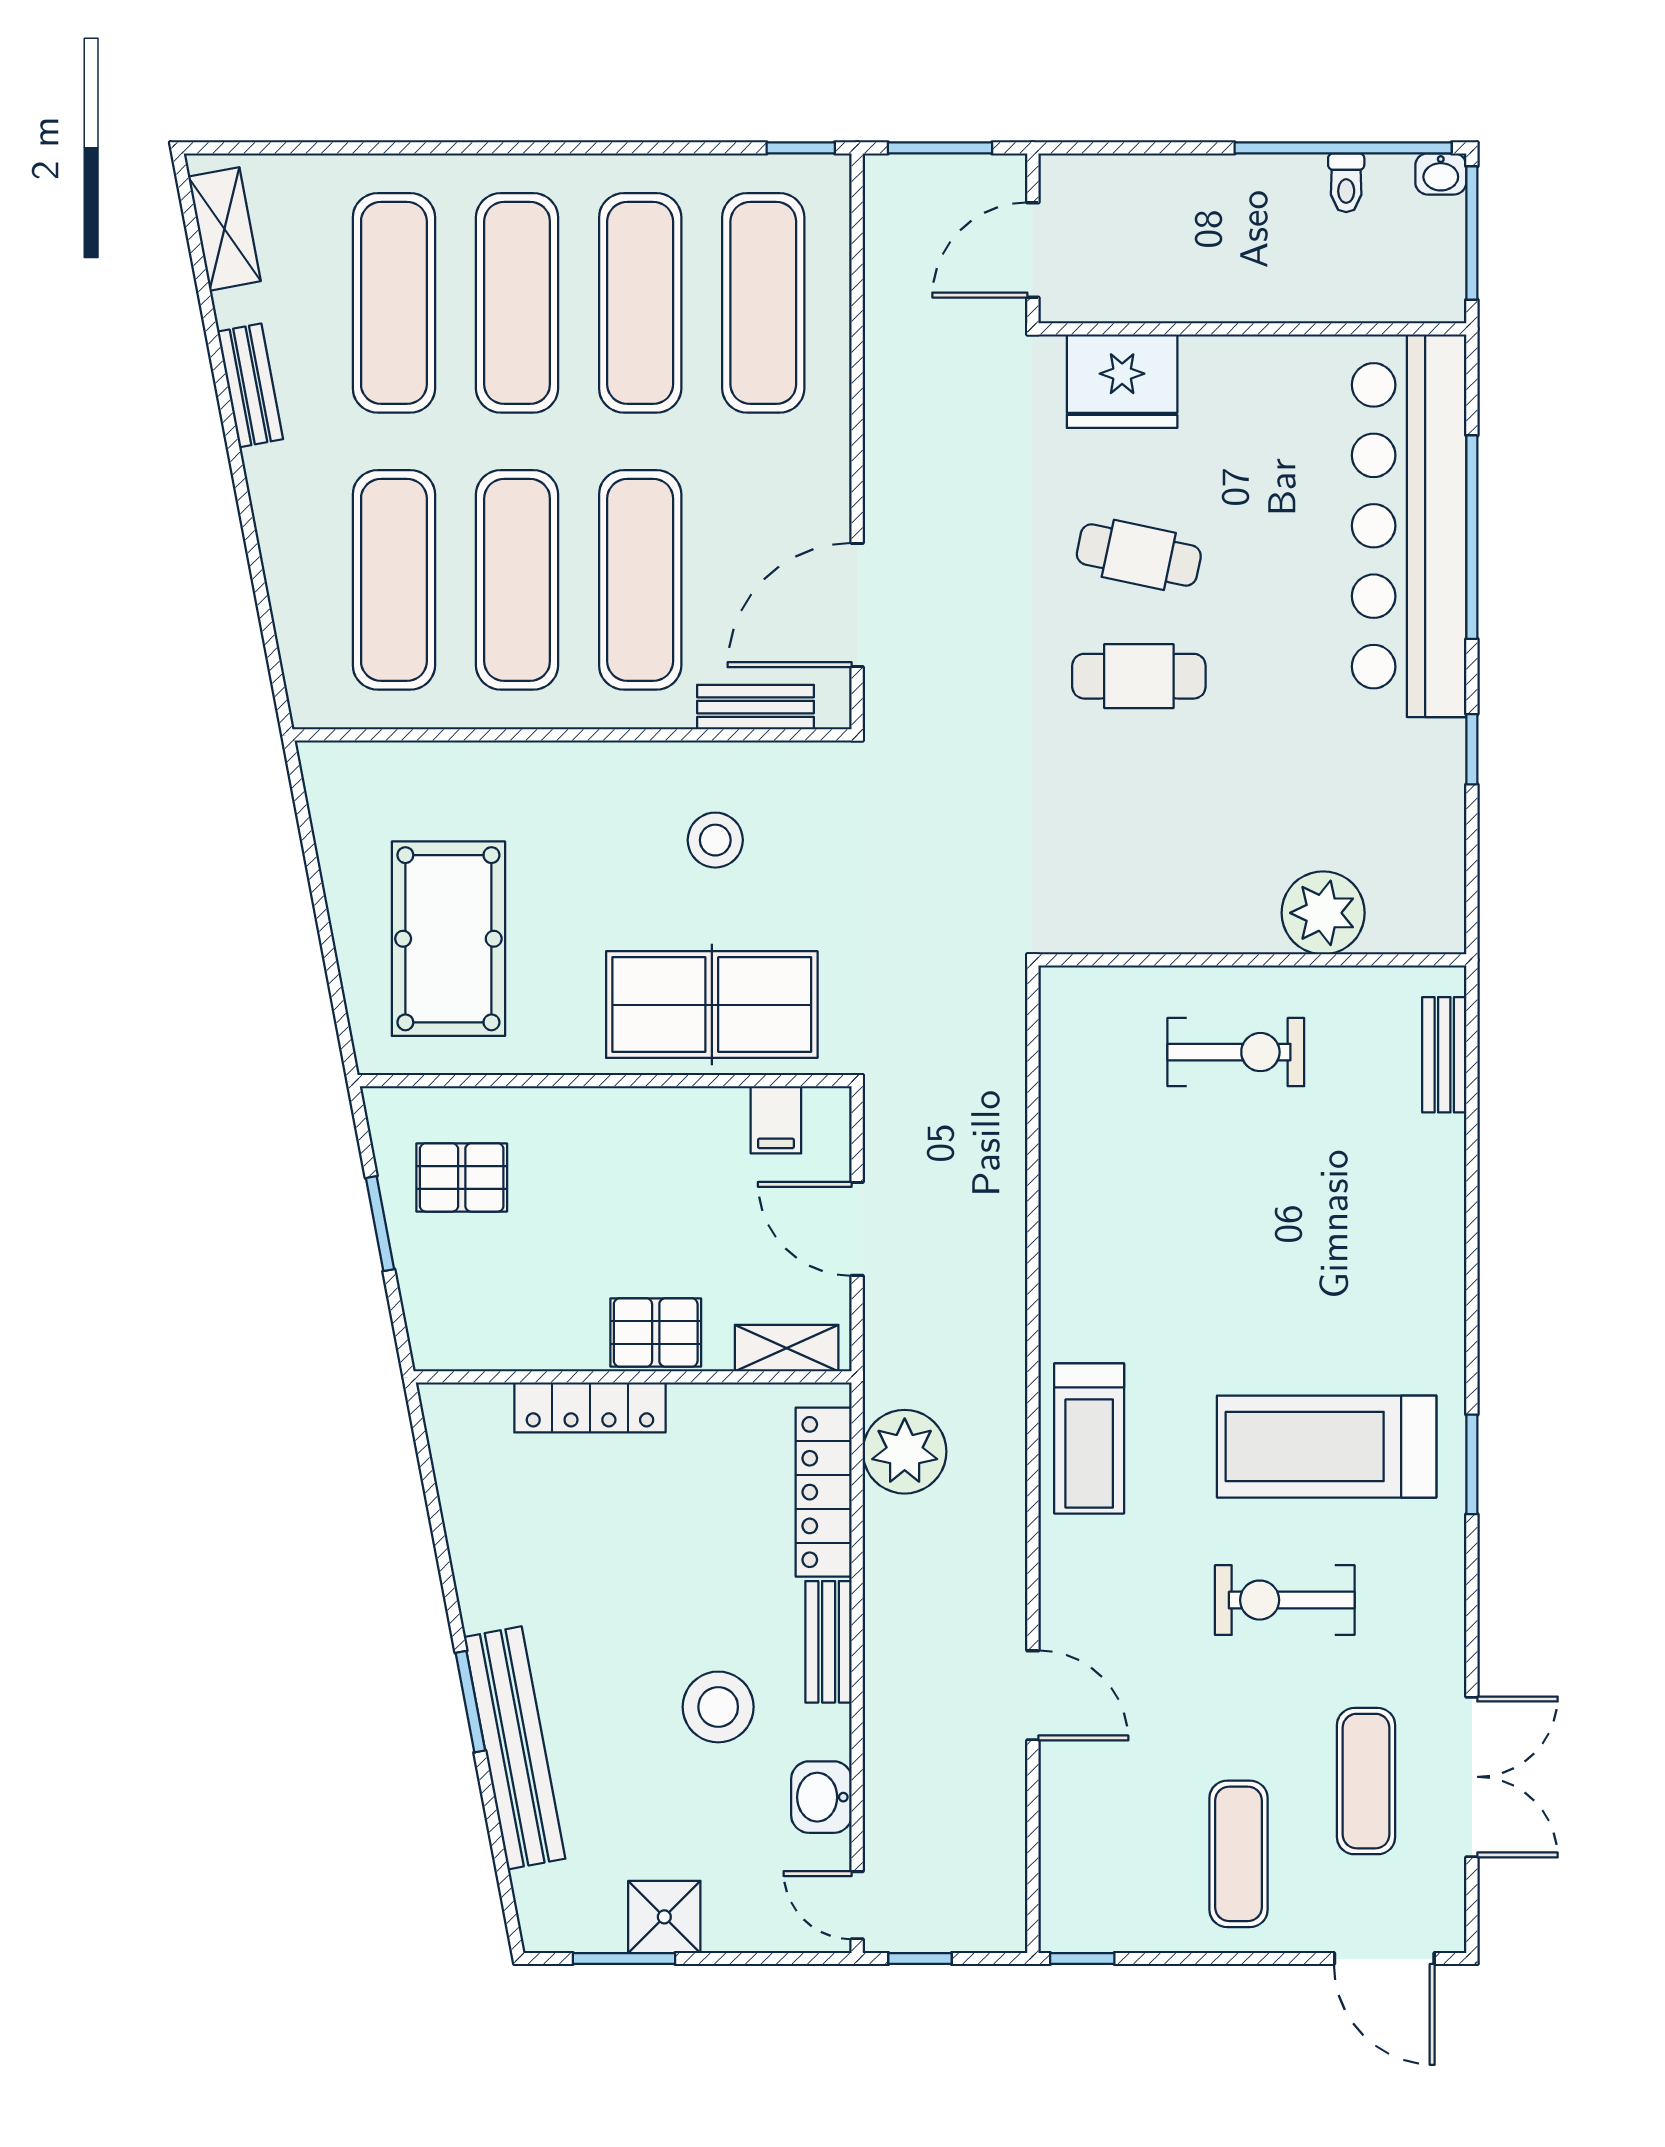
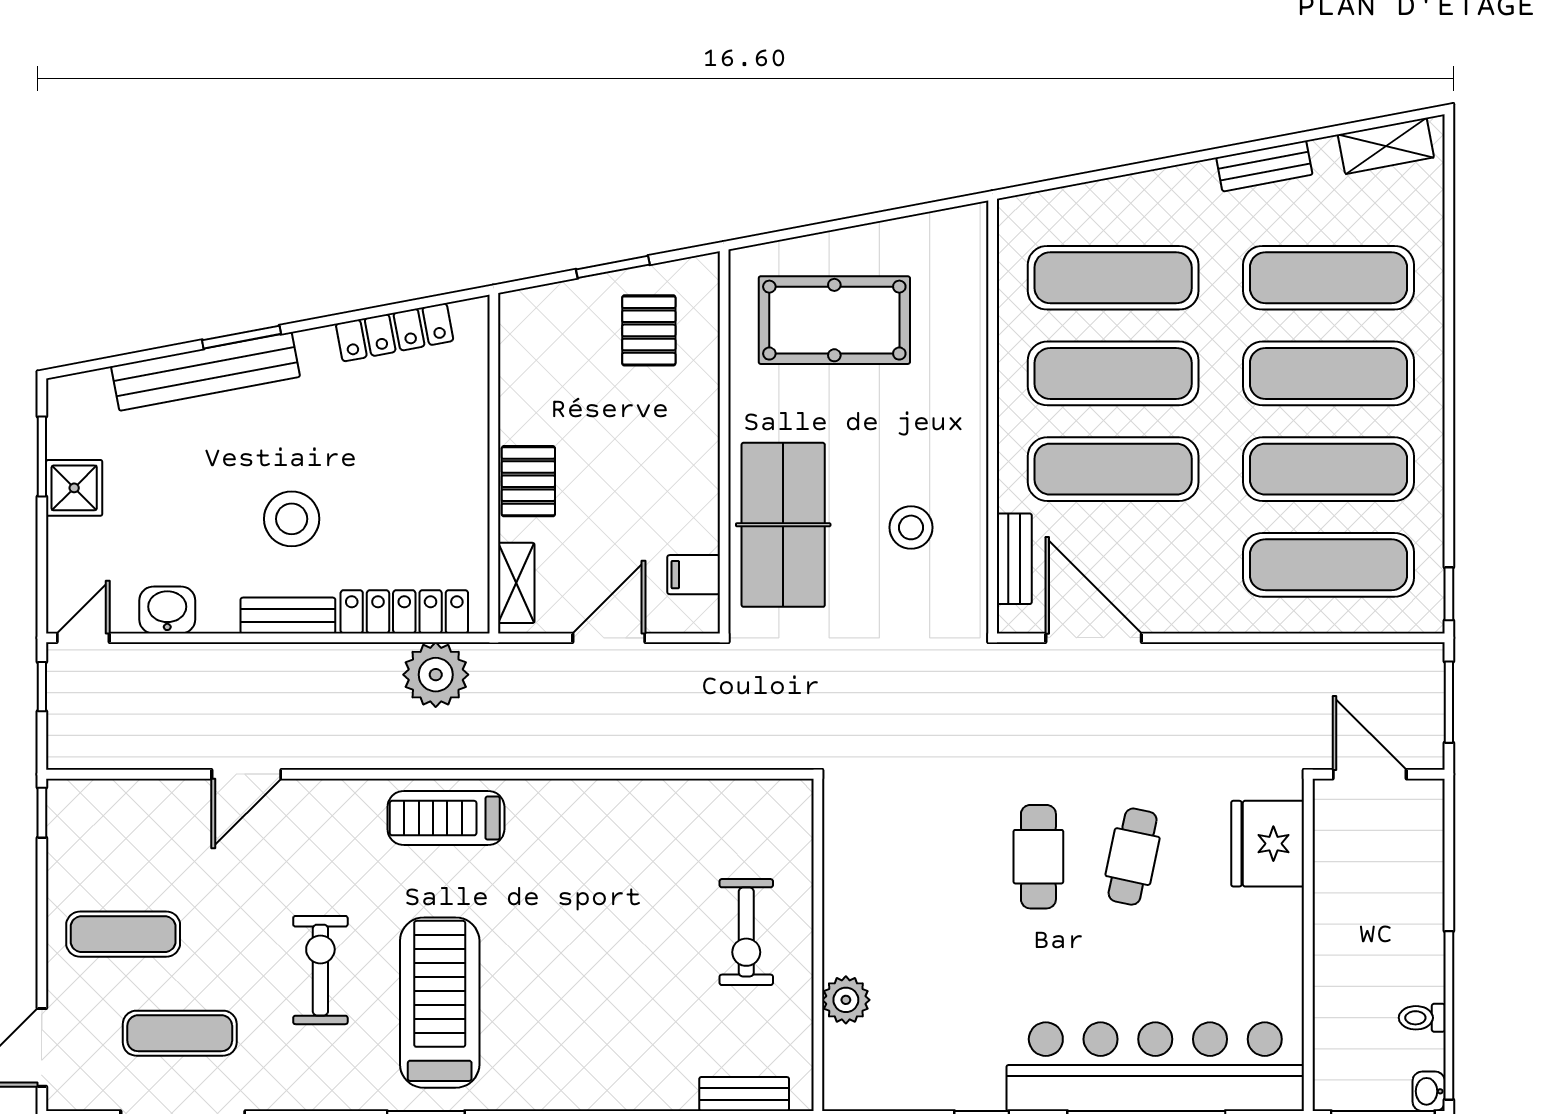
plant: (1323, 913) -> (846, 1000), width x0.73, depth x0.73
locker: (590, 1407) -> (395, 332), moved, turned -101
stool: (718, 1707) -> (292, 519), moved

